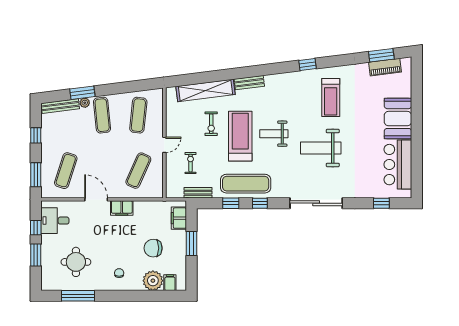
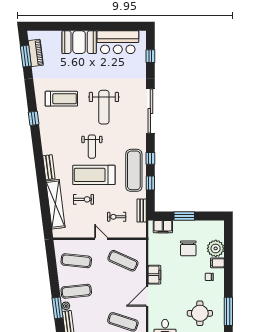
filing cabinet: (170, 283) -> (217, 263), moved

